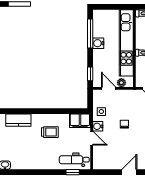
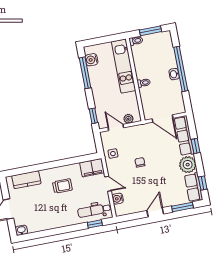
water cooler: (98, 43) -> (92, 60), moved
kitchen unit: (126, 43) -> (124, 66), width x0.73
water cooler: (98, 126) -> (118, 199), moved

